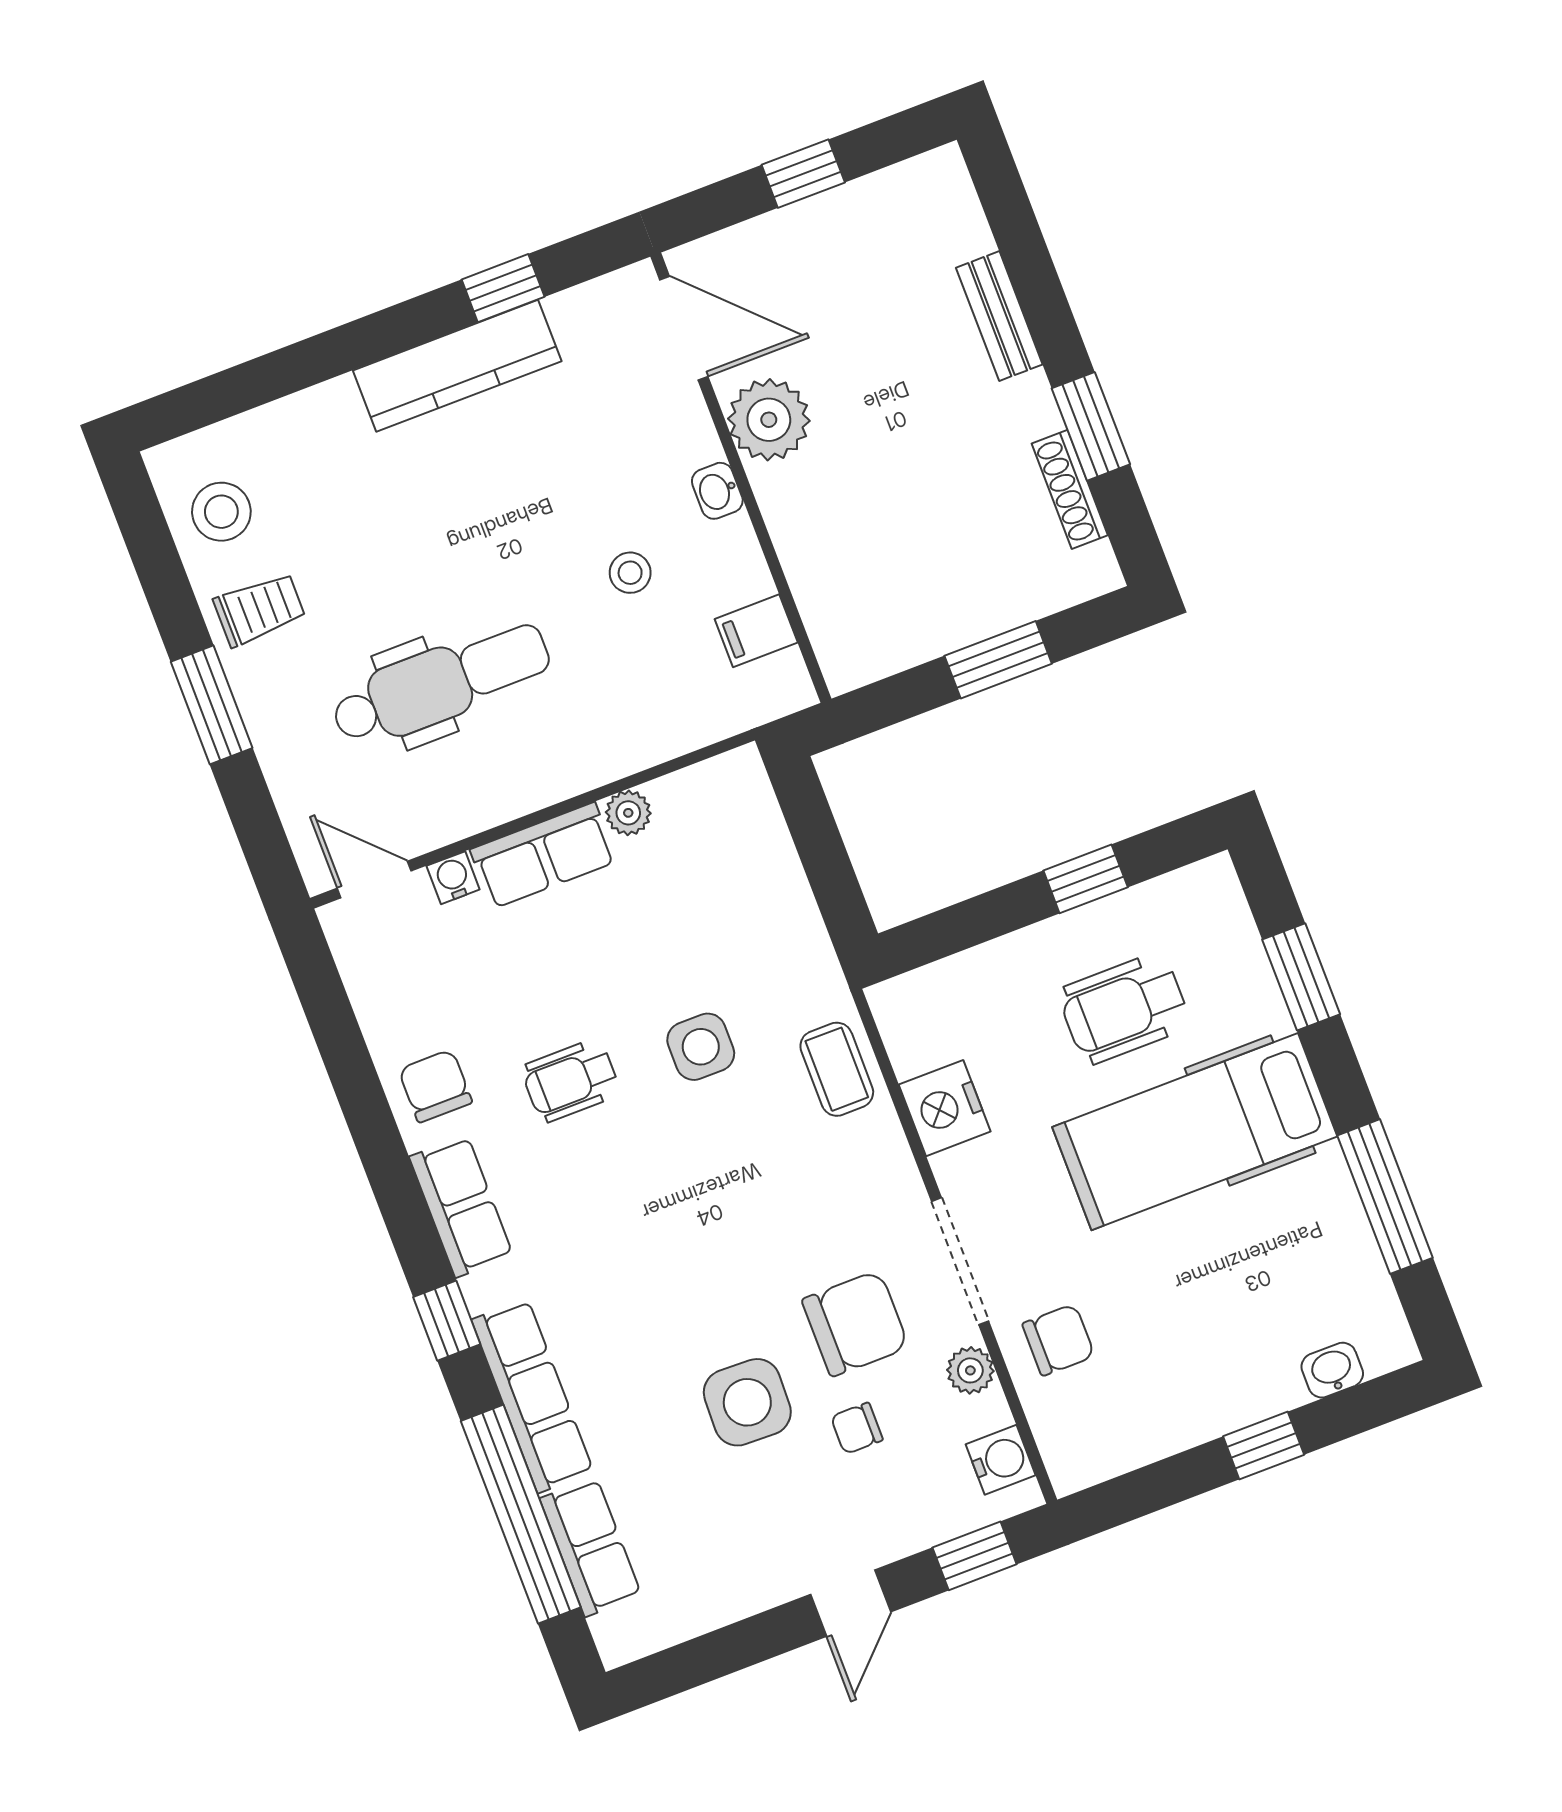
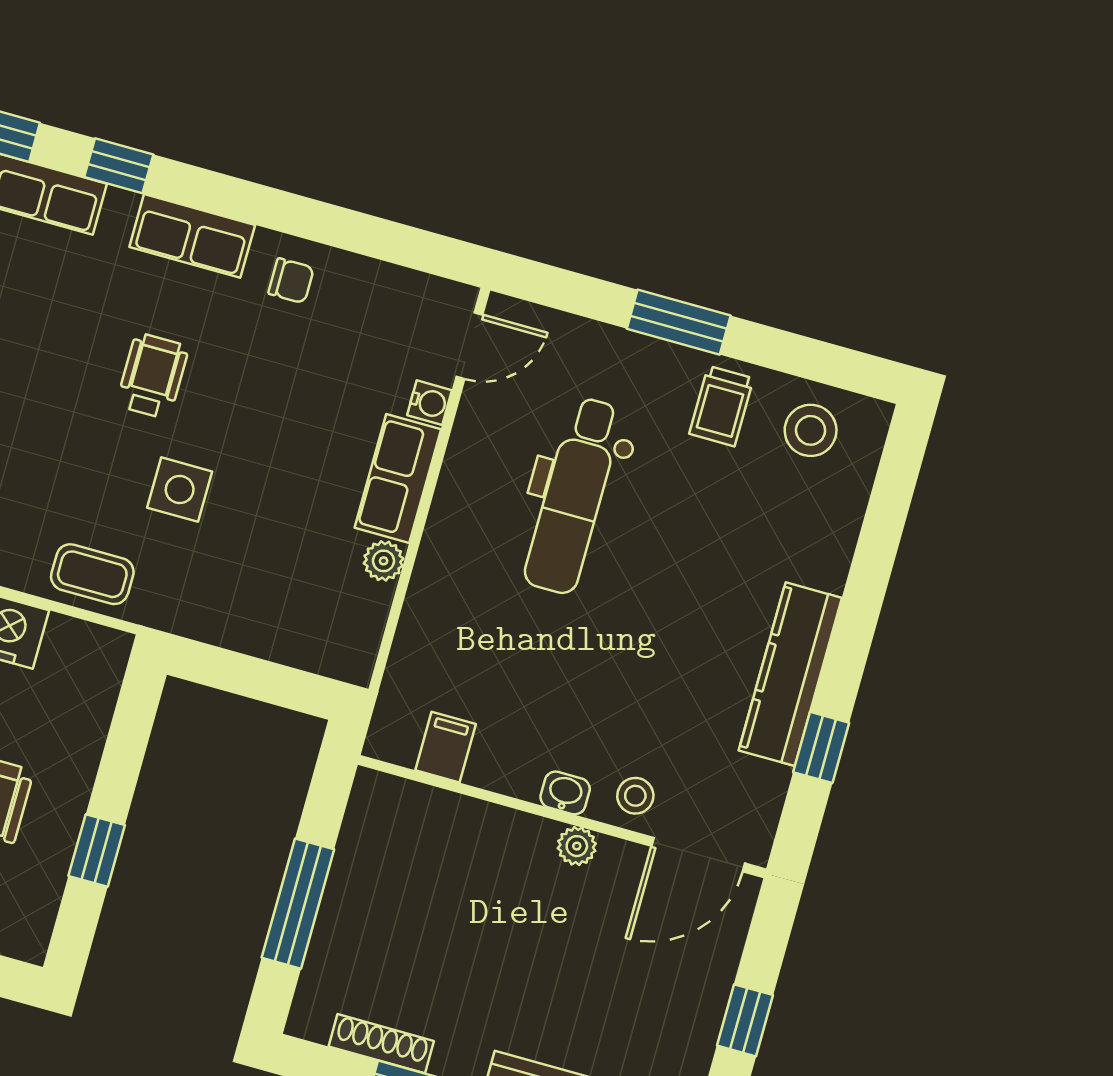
plant: (769, 420) -> (577, 846), width x0.53, depth x0.53
stool: (630, 573) -> (635, 796), moved
window: (998, 660) -> (298, 904), width x1.44
wheelchair: (571, 1080) -> (153, 376), moved
chair: (435, 1086) -> (291, 281), width x0.73, depth x0.73

